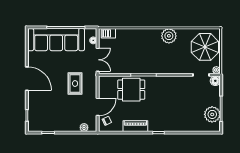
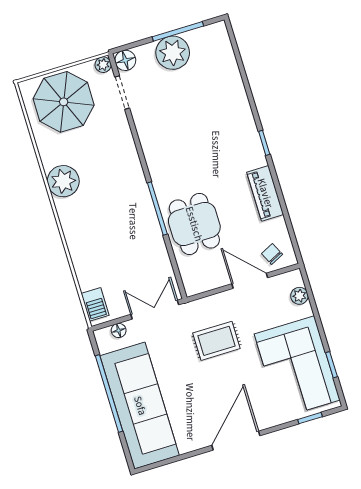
plant: (212, 114) -> (173, 53), moved
corner sofa: (52, 117) -> (297, 367), added

